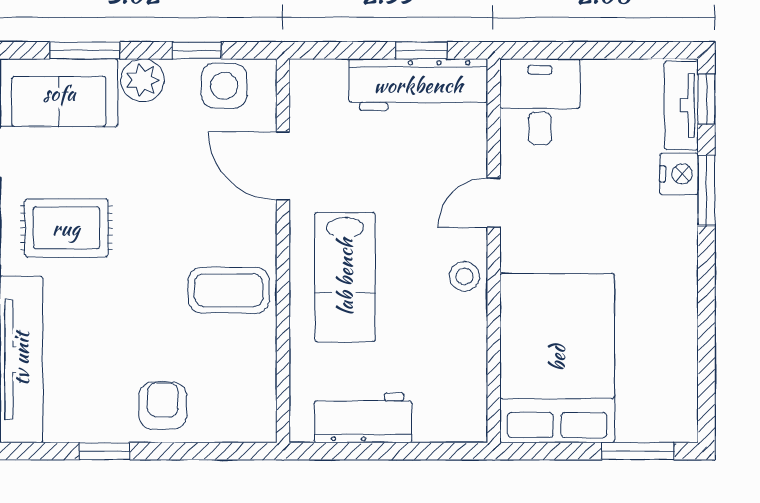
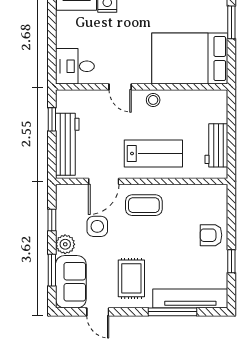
workbench: (418, 85) -> (67, 144), moved
side table: (224, 86) -> (97, 226), moved
coffee table: (229, 290) -> (144, 205), moved, turned 90

